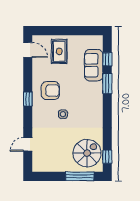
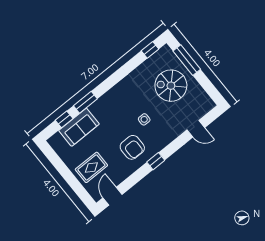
armchair: (50, 91) -> (132, 147), turned 180
spiral stairs: (87, 153) -> (171, 86), moved

